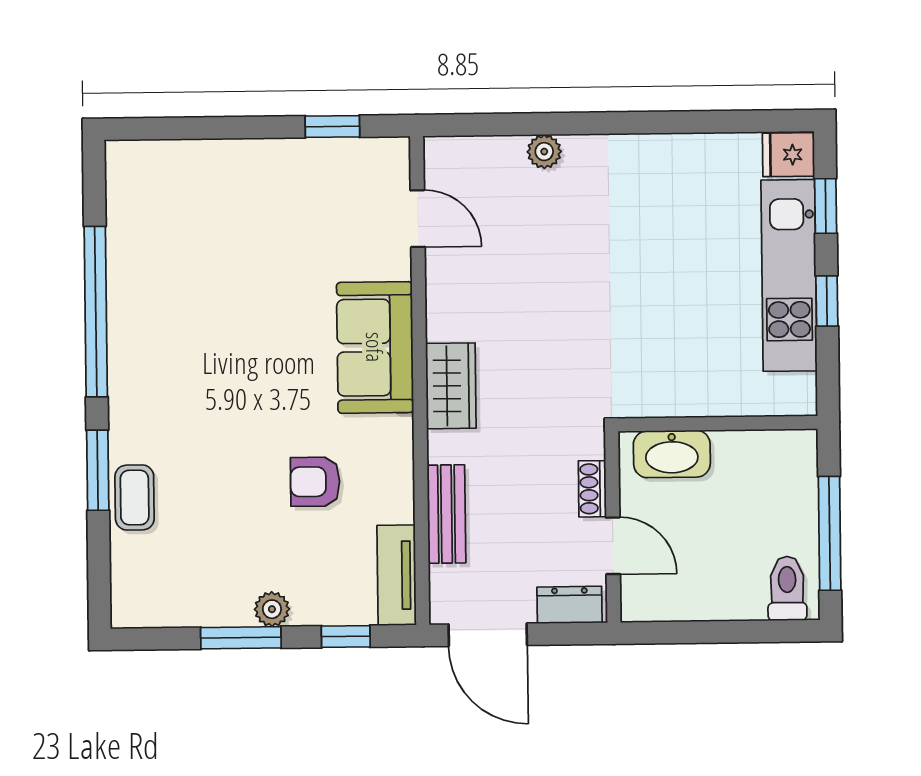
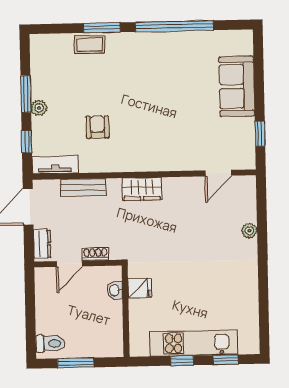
fridge: (788, 155) -> (140, 288), moved, turned 90
sofa: (375, 347) -> (237, 86), moved, turned -90
washbasin: (672, 454) -> (115, 290), width x0.52, depth x0.69
window: (830, 533) -> (76, 363), width x0.69

